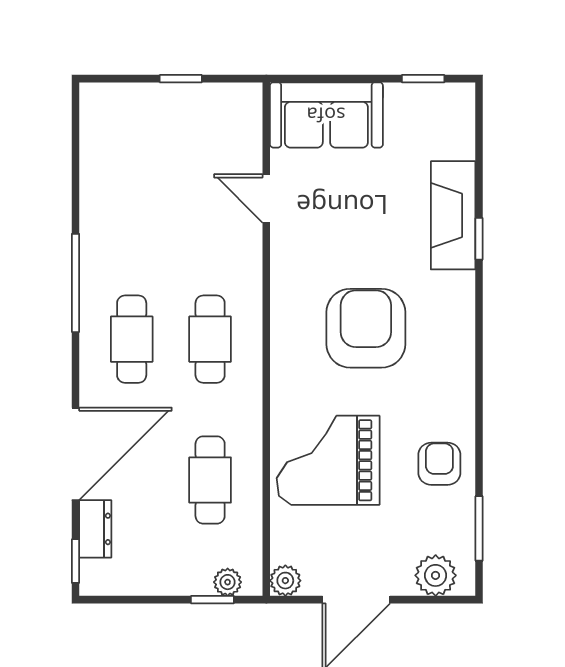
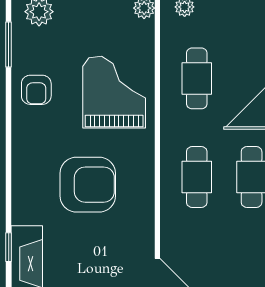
armchair: (366, 328) -> (88, 185), turned -90
grand piano: (328, 460) -> (114, 92), turned -90

